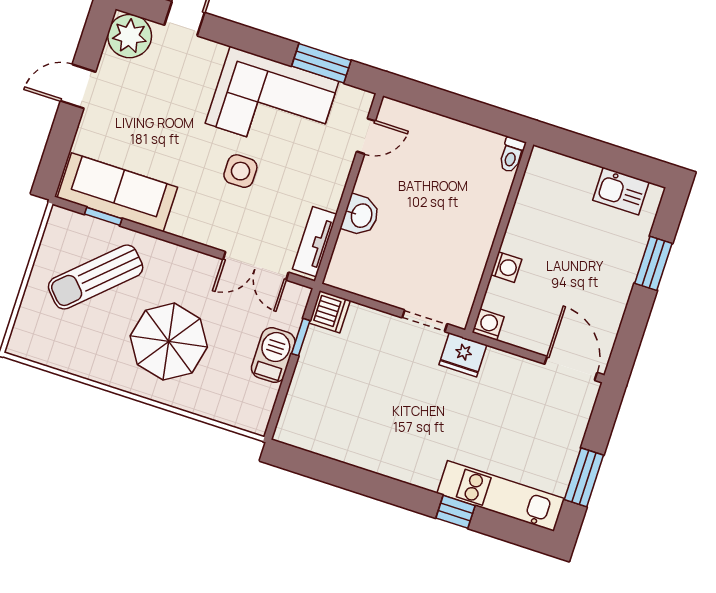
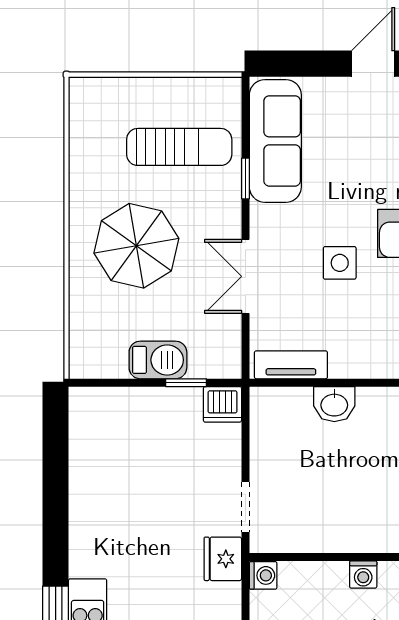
door: (78, 86) -> (373, 64), hinge flipped
window: (103, 216) -> (245, 179), moved
double door: (256, 266) -> (245, 276), moved
washing machine: (506, 267) -> (363, 575), moved
sun lounger: (96, 277) -> (179, 147), turned 133

